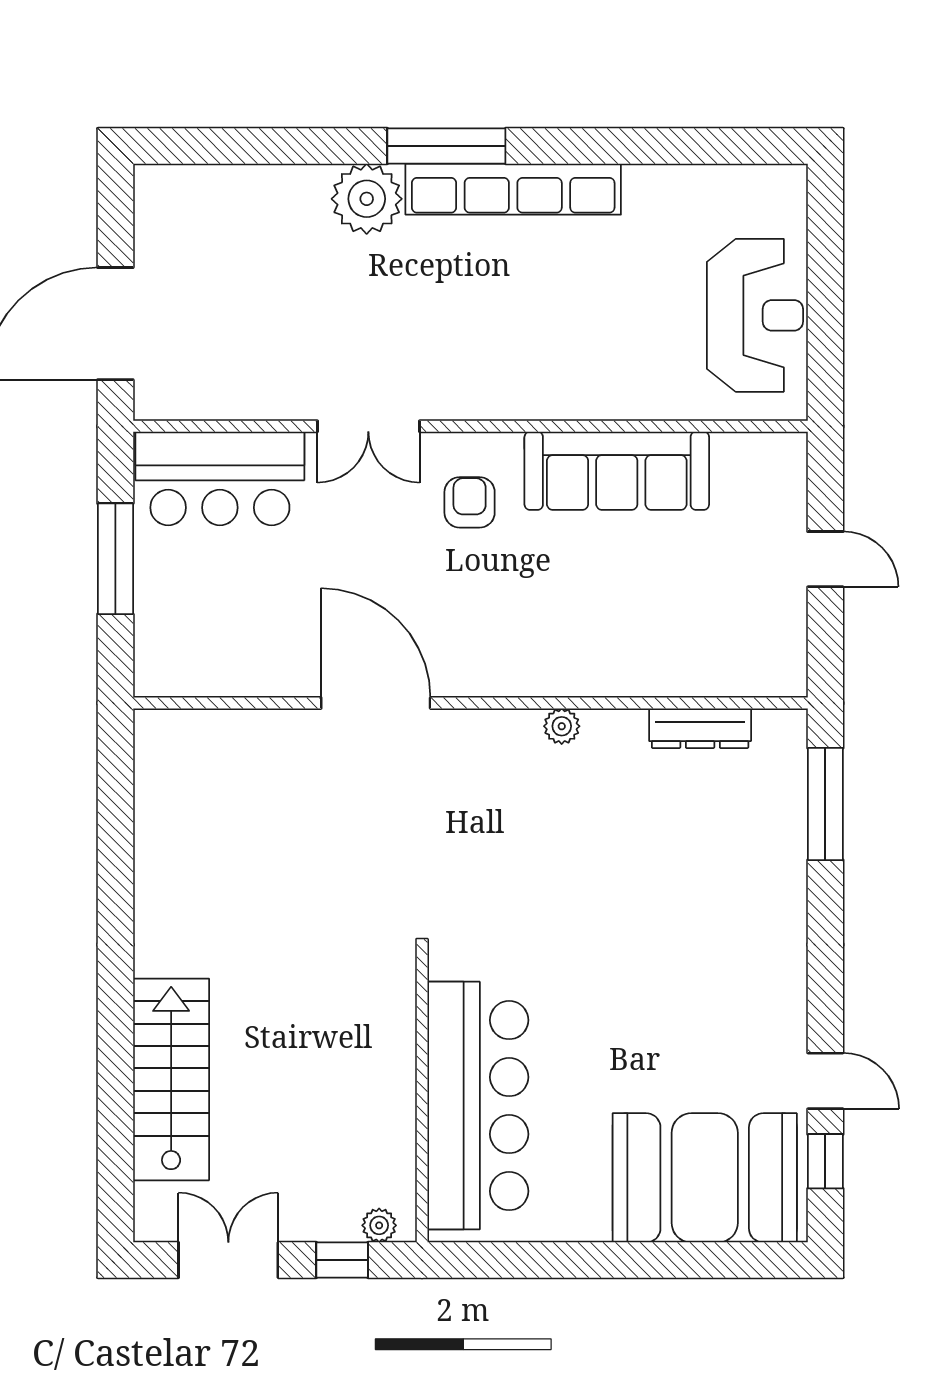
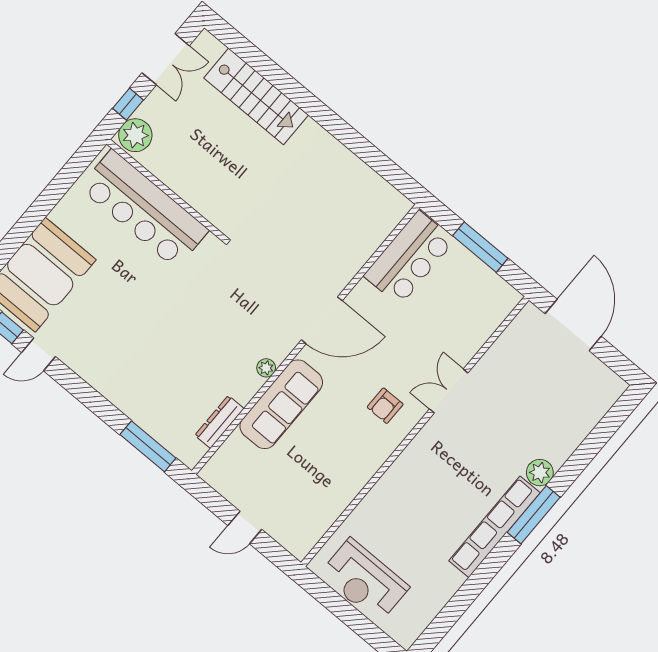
plant: (367, 199) -> (540, 473), width x0.73, depth x0.73
sofa: (617, 471) -> (281, 404), moved, turned 180
bar counter: (220, 478) -> (409, 258), moved, turned 180
armchair: (470, 502) -> (385, 406), turned 90
door: (376, 703) -> (322, 320), moved
plant: (379, 1225) -> (135, 135), width x1.87, depth x1.87

